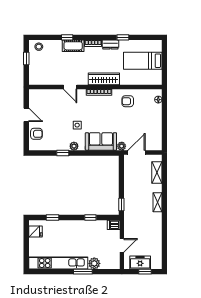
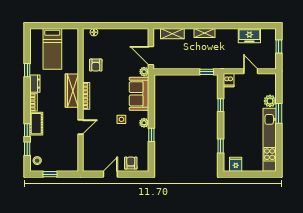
window: (50, 37) -> (27, 149), added
freezer: (140, 262) -> (249, 36), moved, turned -90

